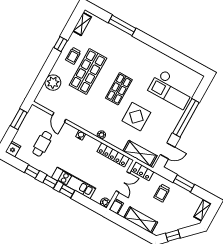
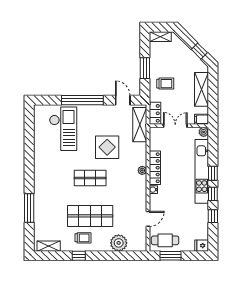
cafe table: (42, 144) -> (165, 240), moved
locker: (113, 155) -> (155, 168), moved
kitchen unit: (74, 183) -> (202, 171), width x1.36

